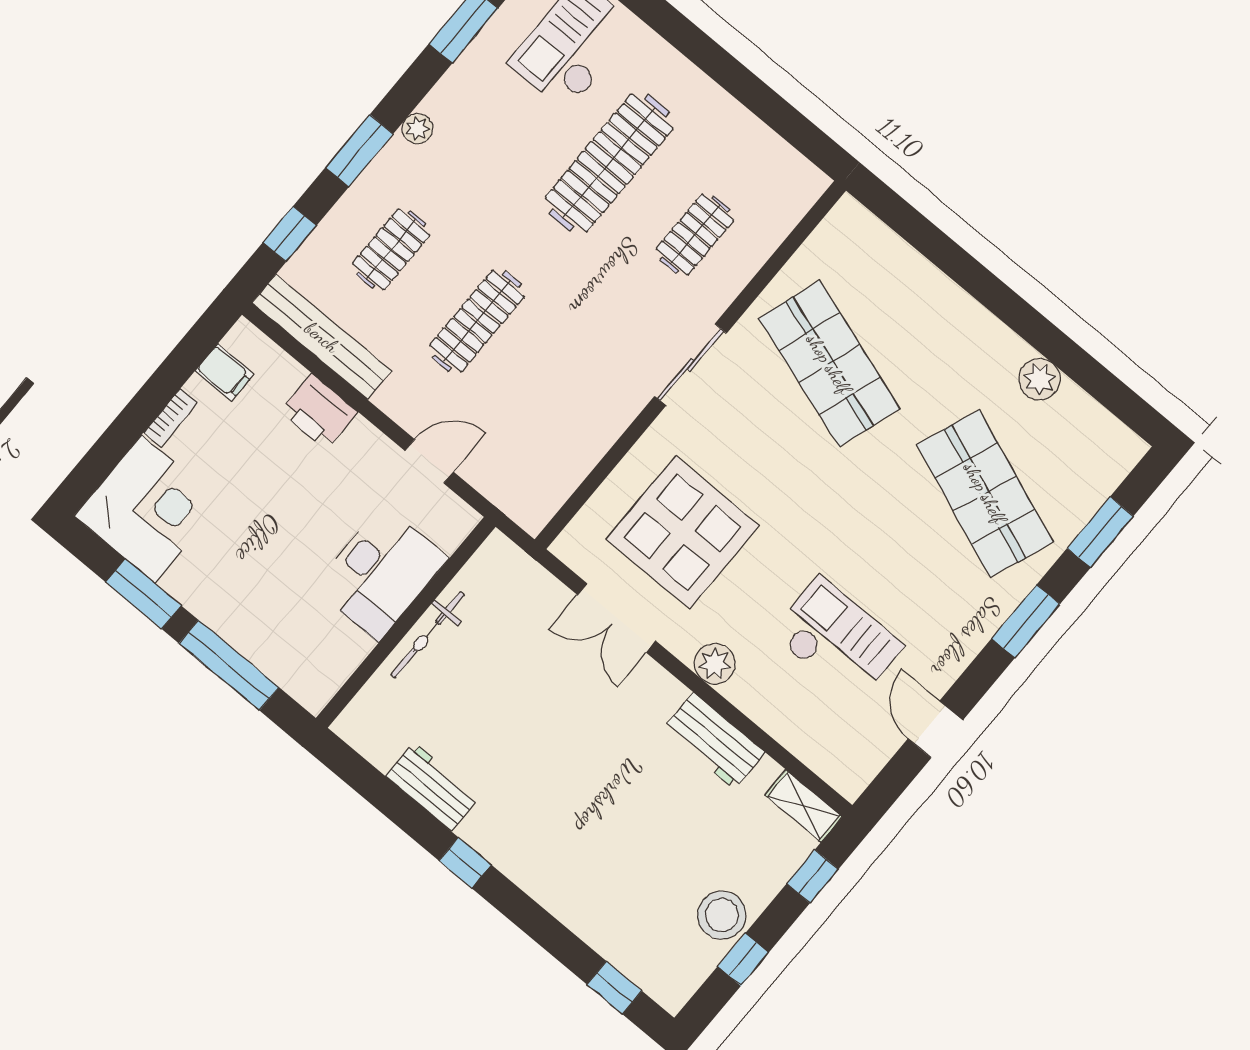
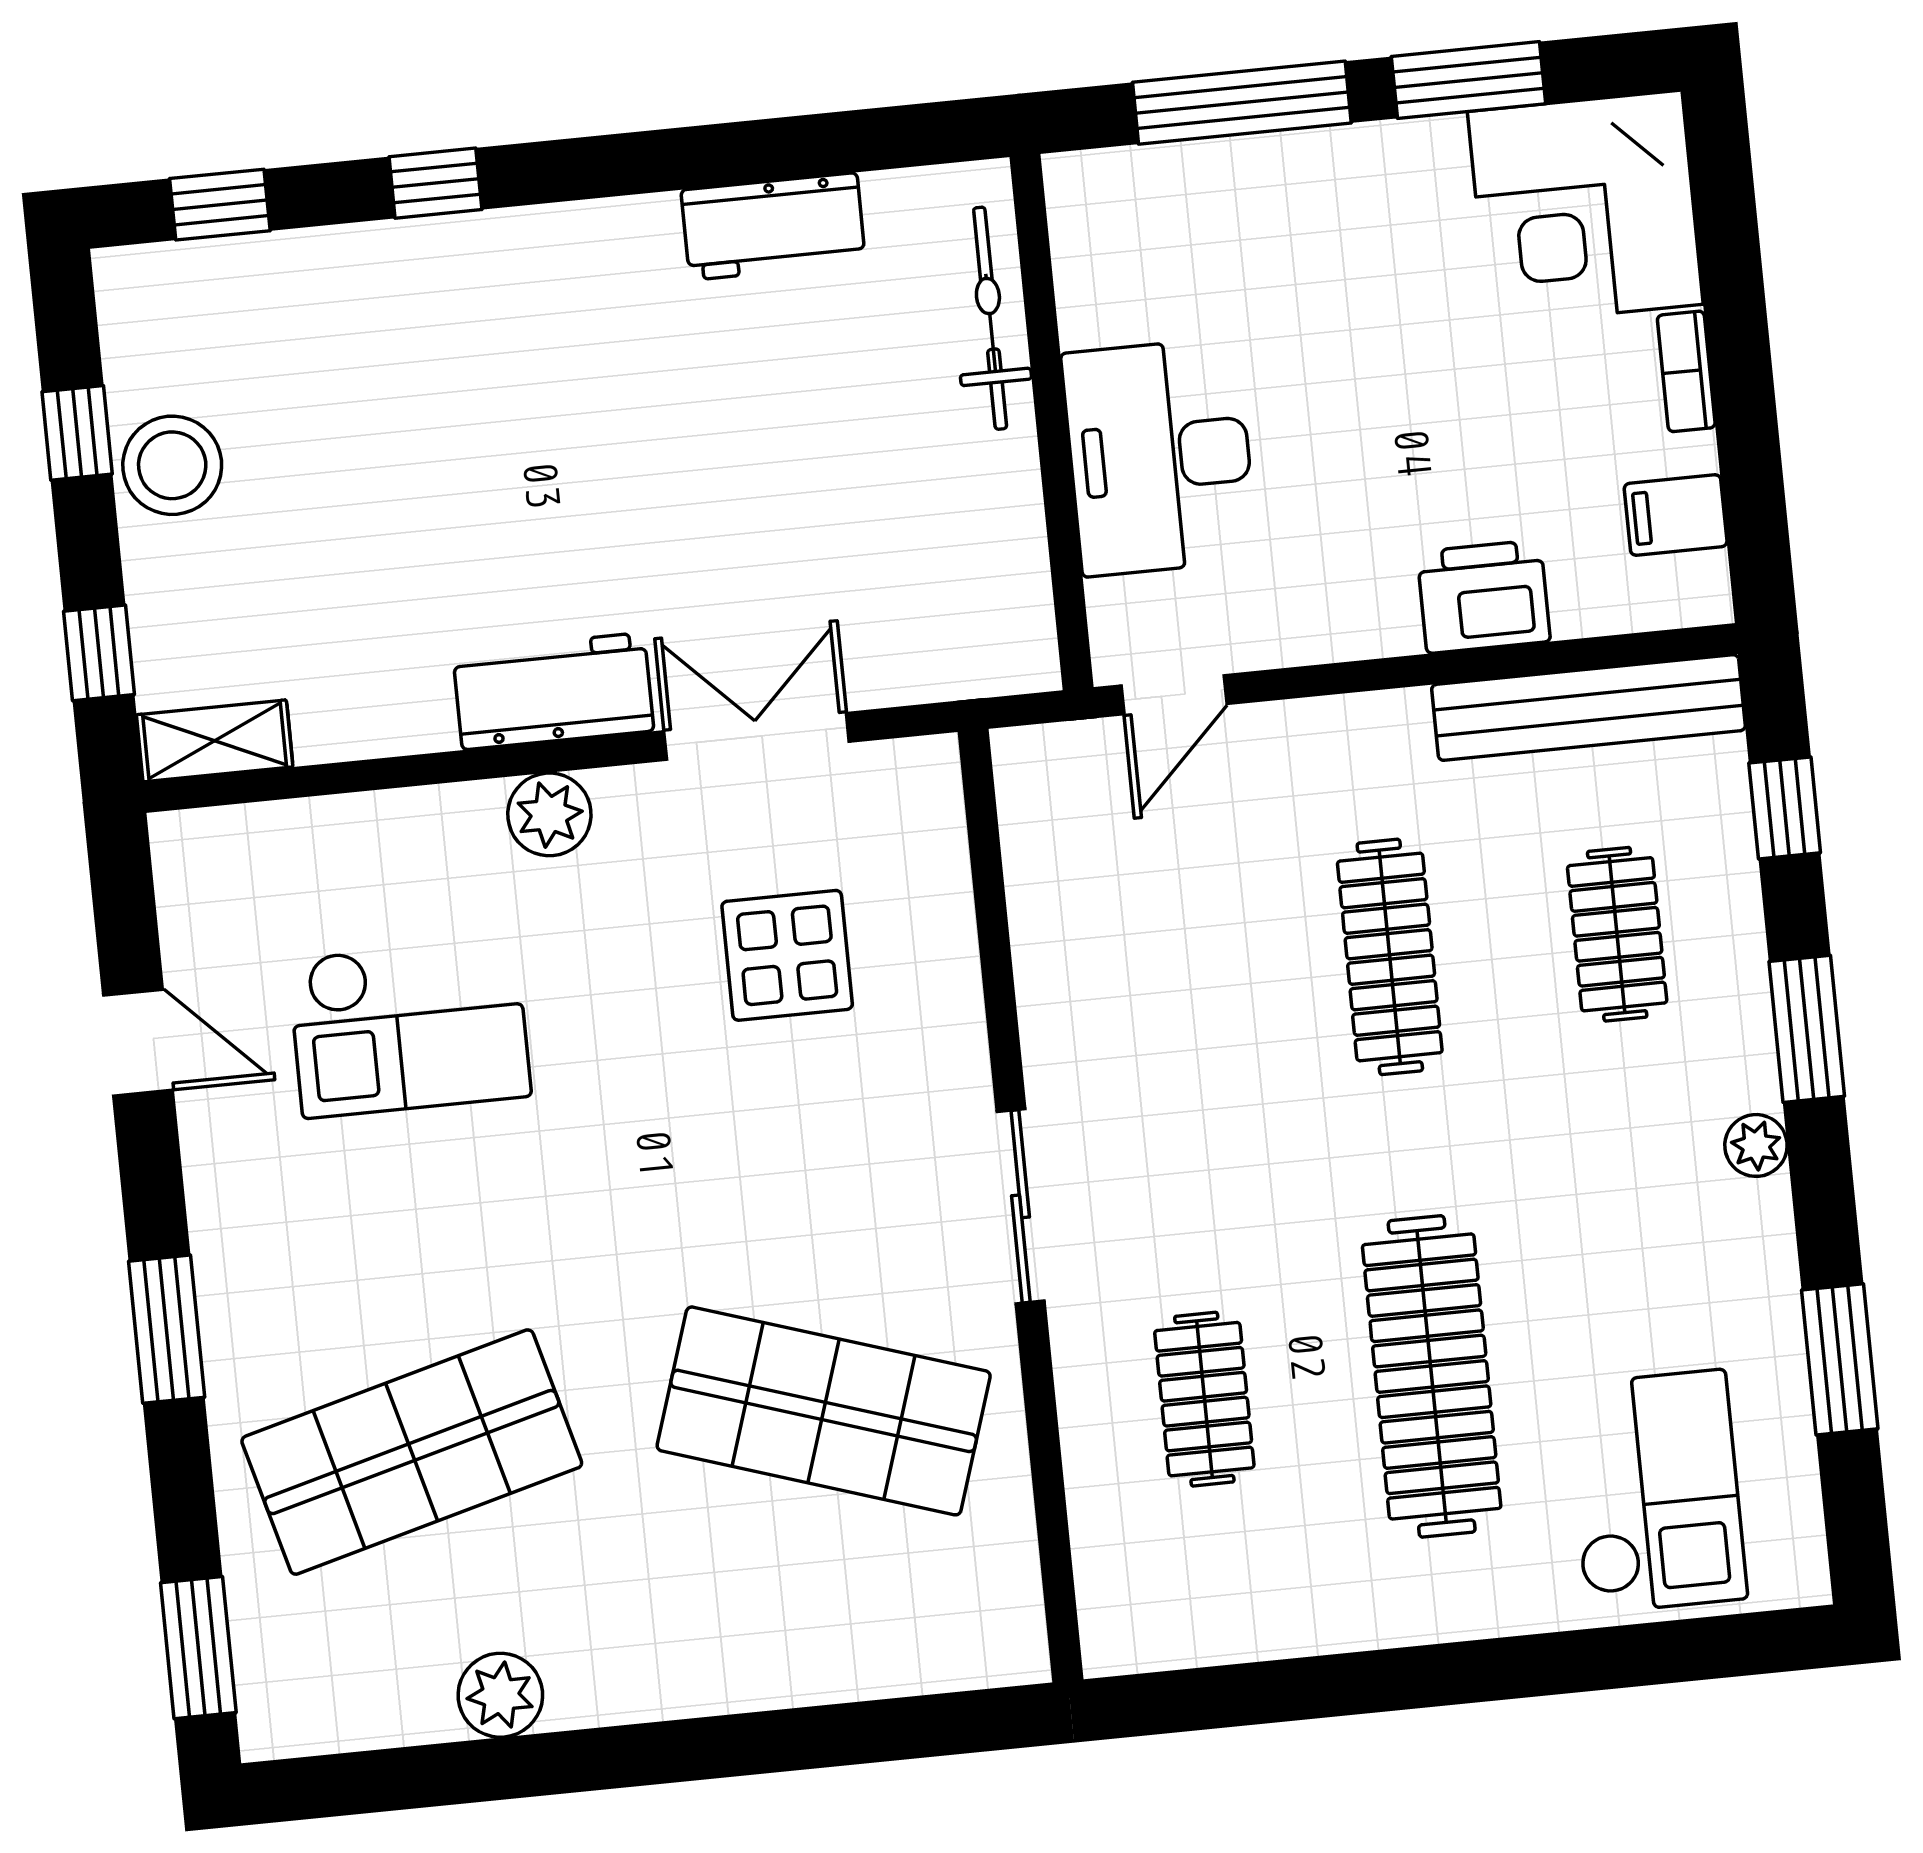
door: (429, 461) -> (1174, 695), moved
shop shelf: (985, 493) -> (412, 1452), turned -36
display table: (683, 532) -> (787, 955), width x0.54, depth x0.54
window: (1100, 532) -> (198, 1648), moved
bicycle: (428, 635) -> (990, 318), moved
workbench: (714, 741) -> (553, 691), moved
window: (465, 863) -> (435, 183), moved

